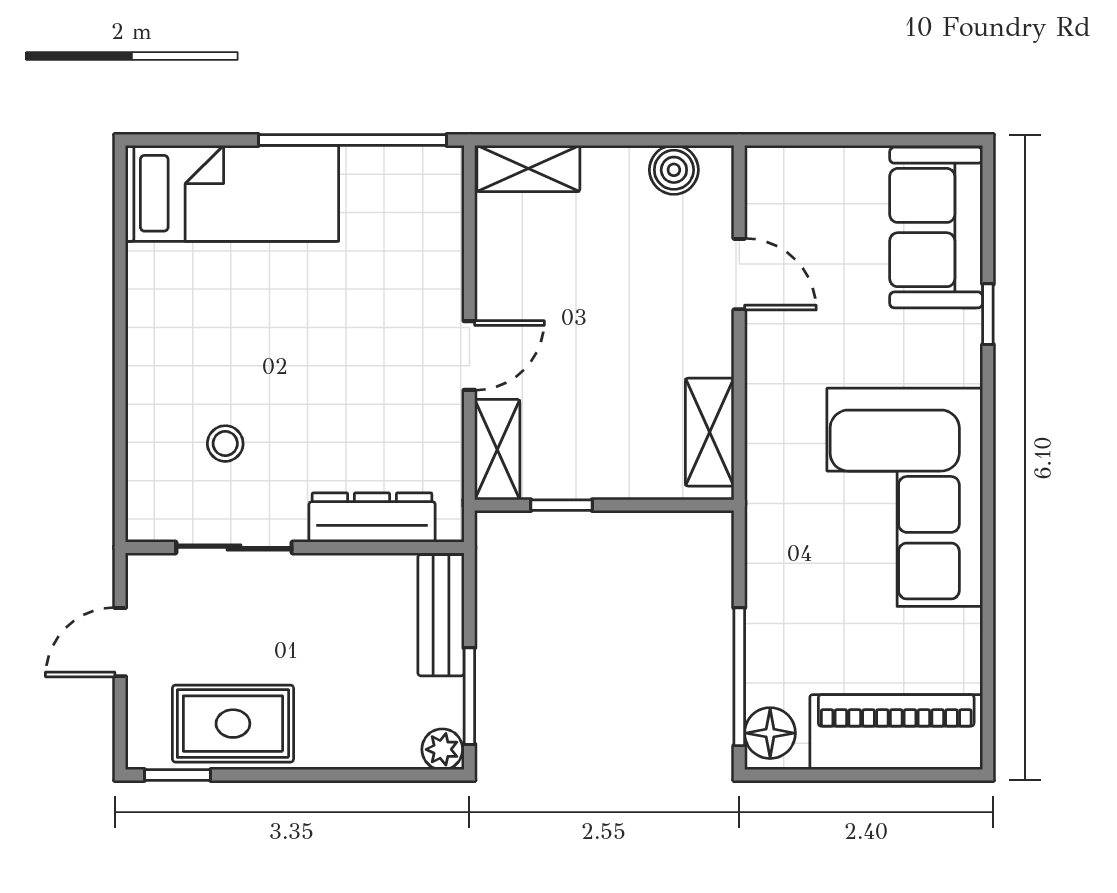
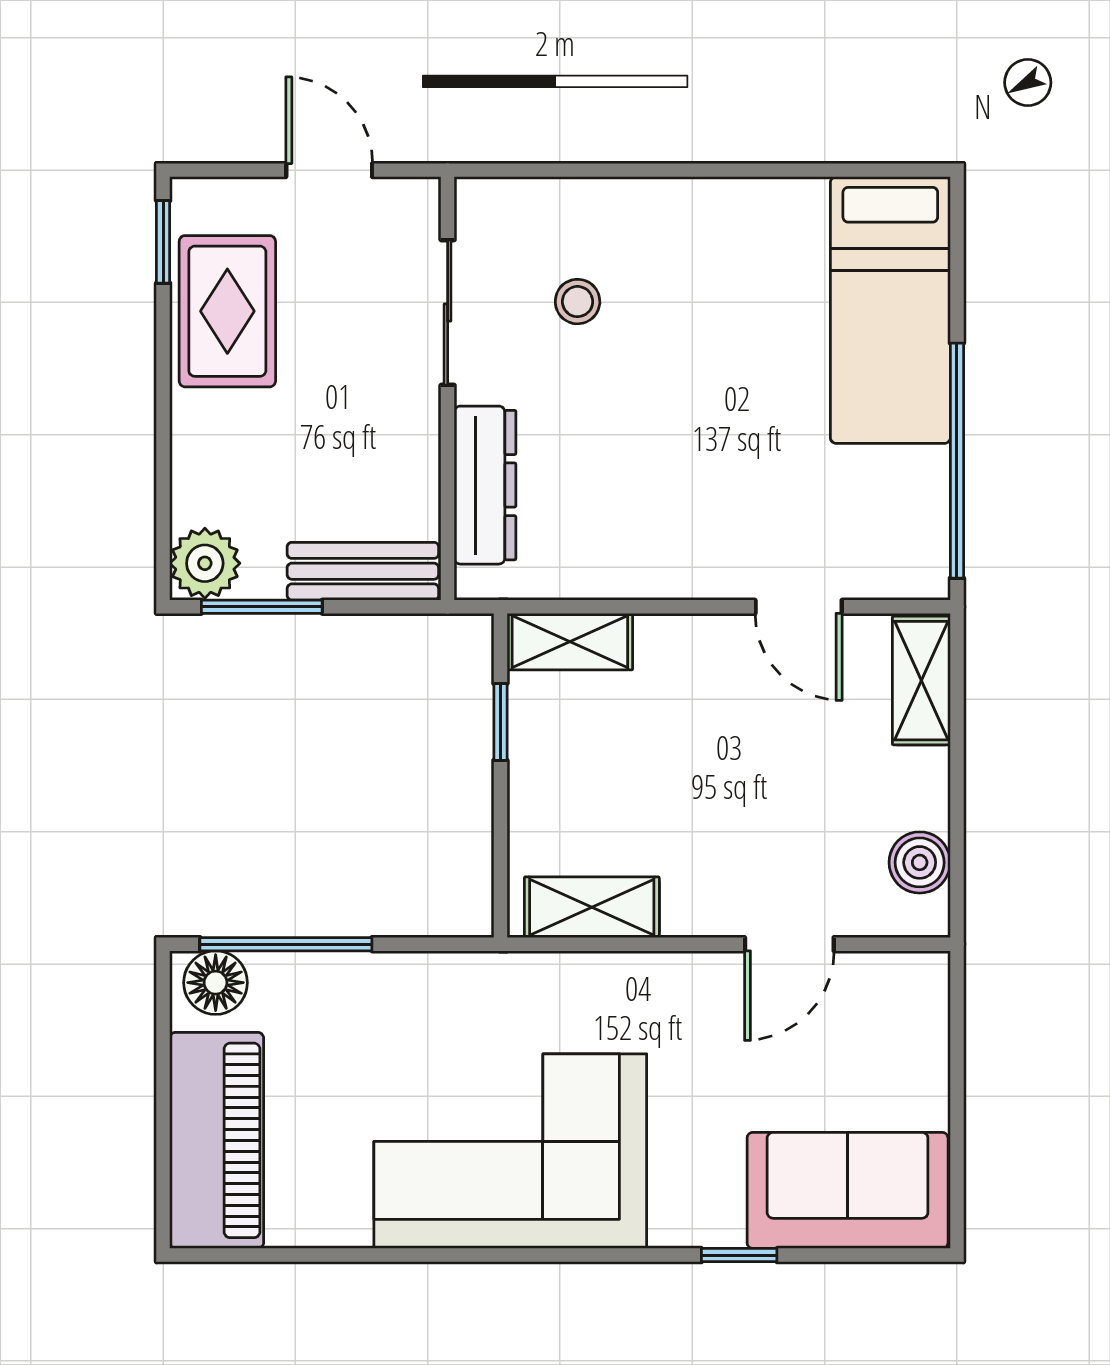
door: (469, 356) -> (799, 607), moved
plant: (442, 749) -> (205, 563), width x1.38, depth x1.38

